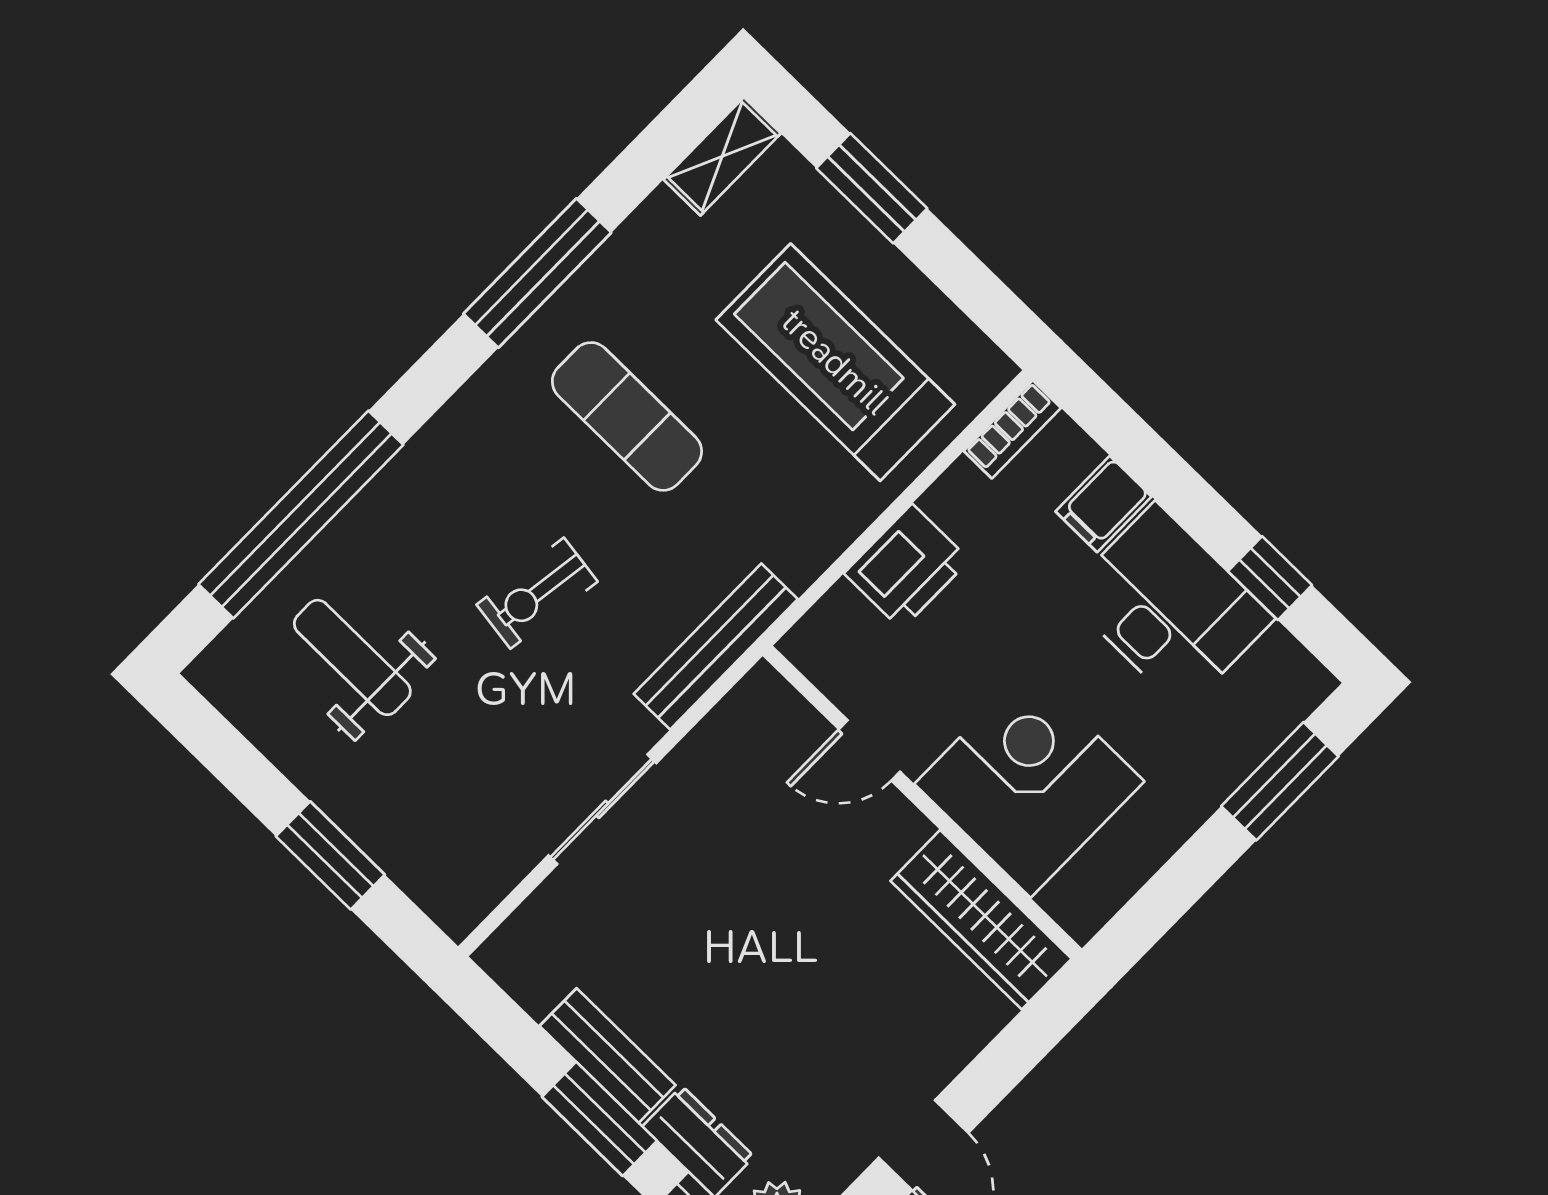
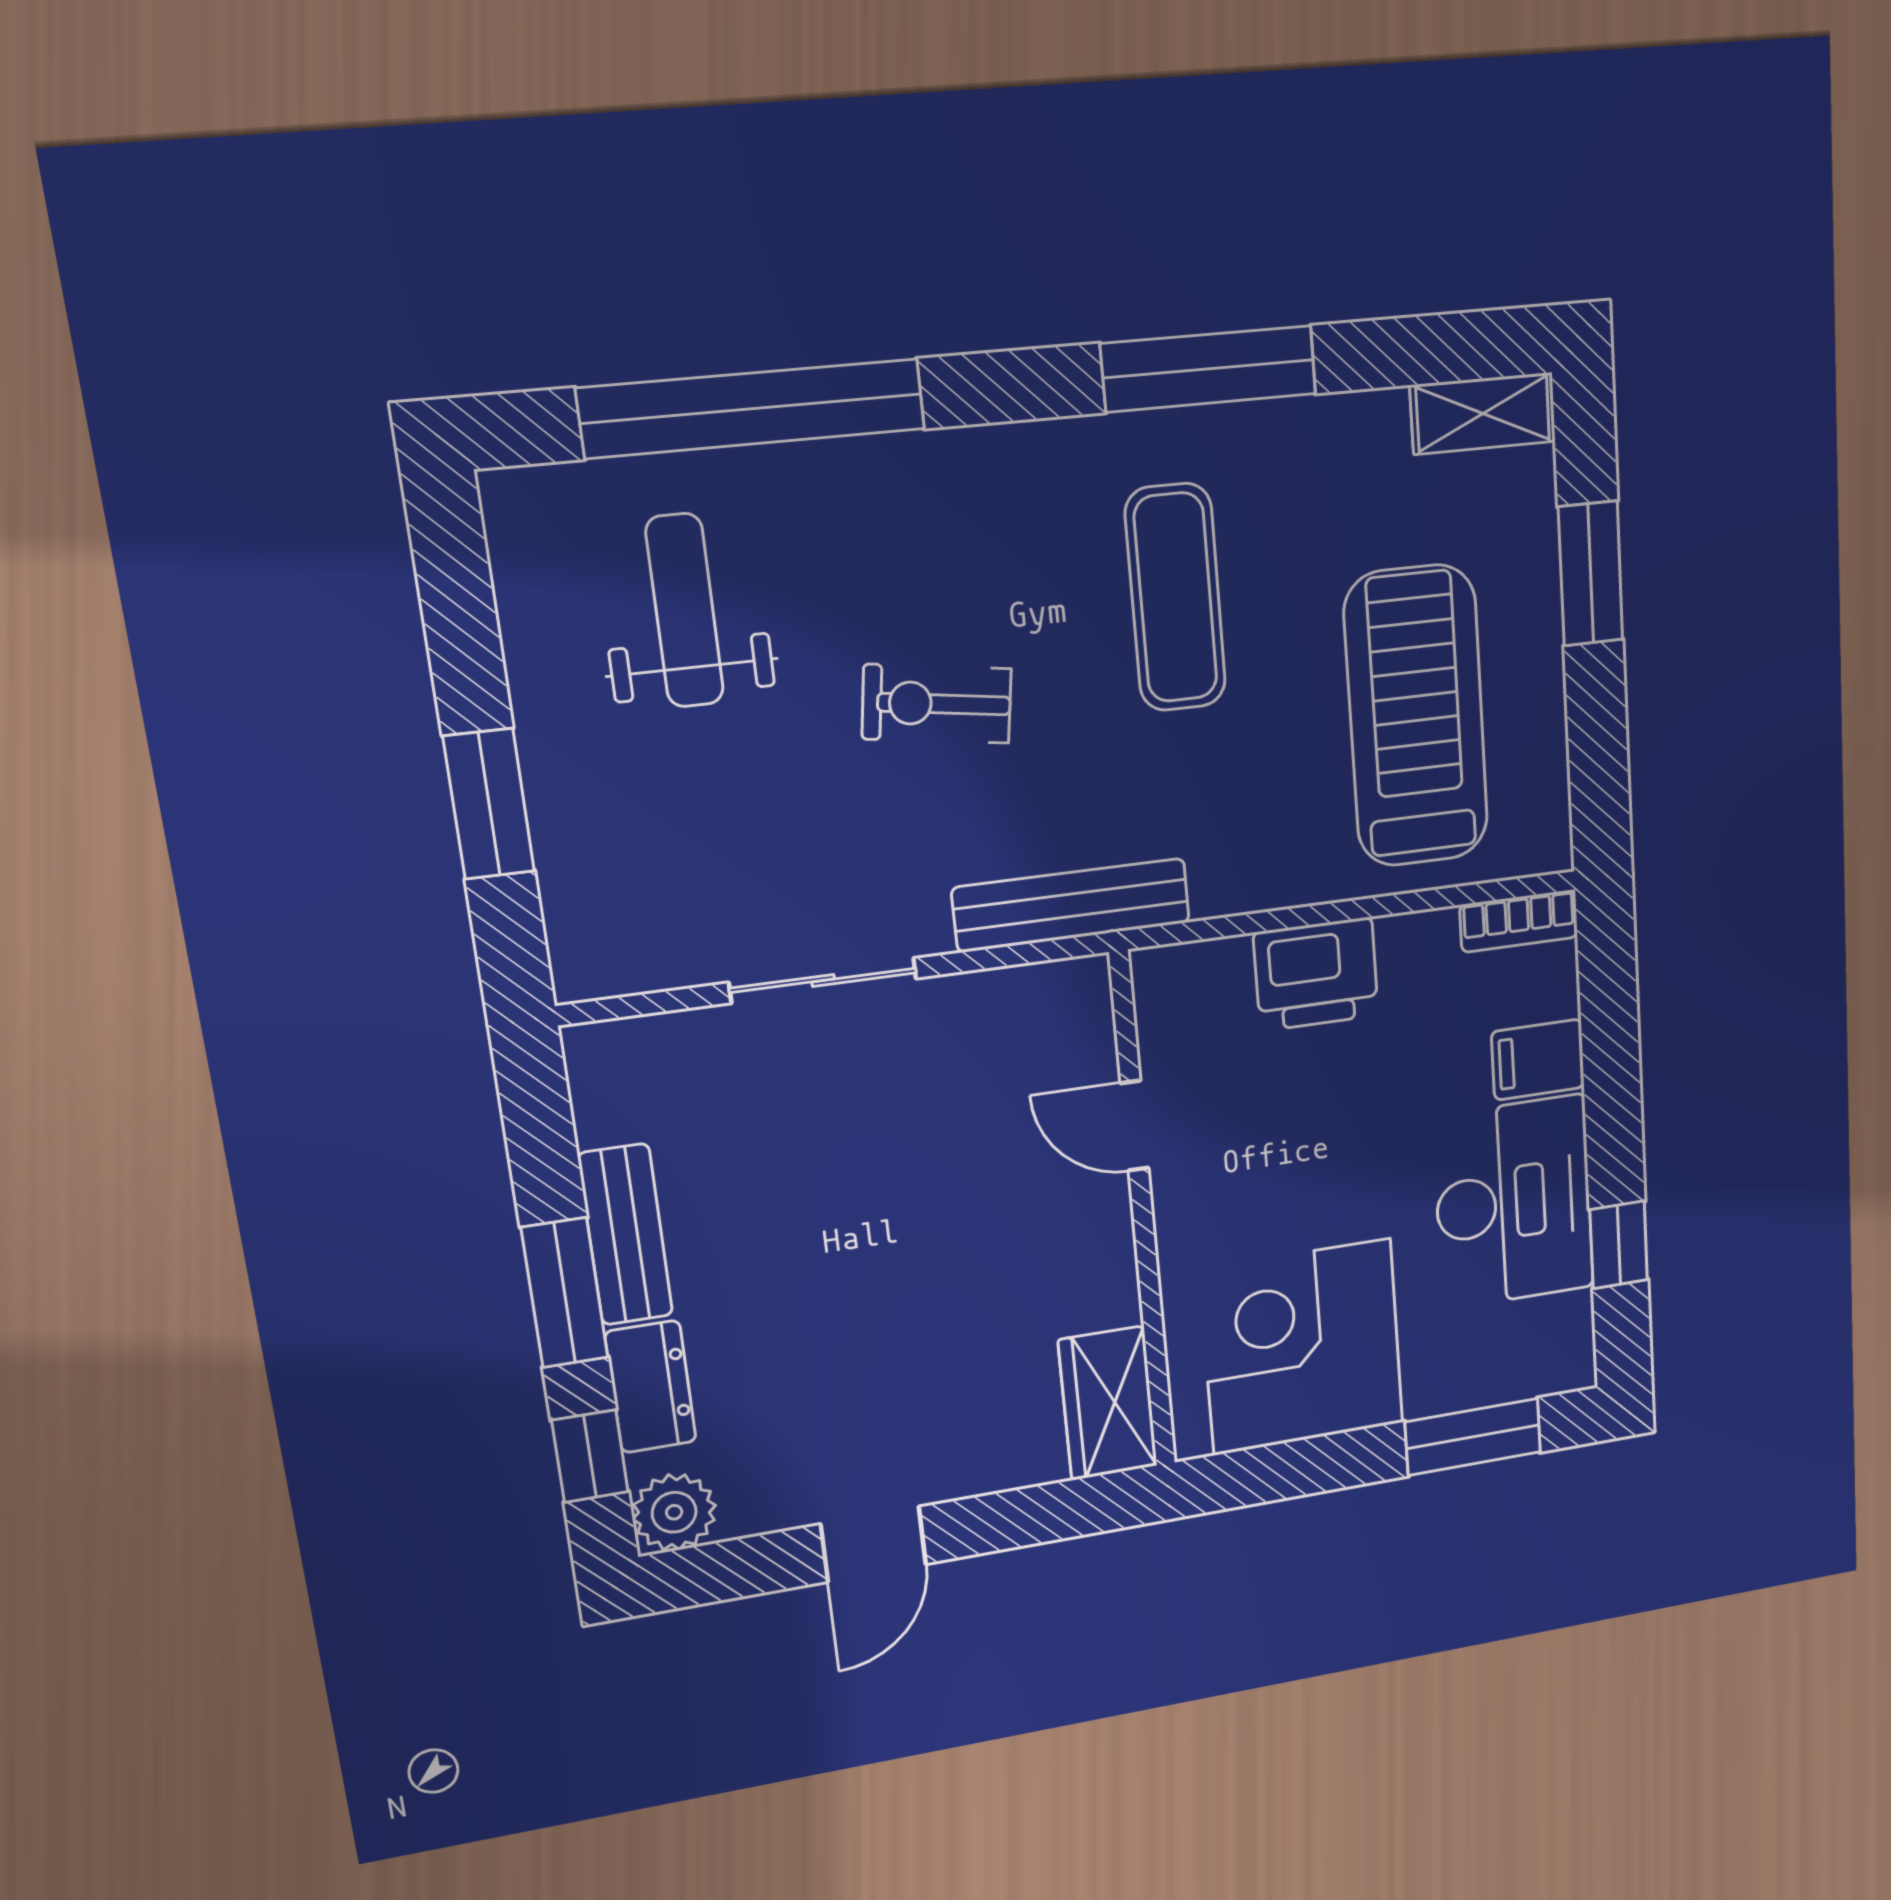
corner desk: (1029, 783) -> (1302, 1347), moved, turned -90
wardrobe: (981, 920) -> (1108, 1403), width x0.67

